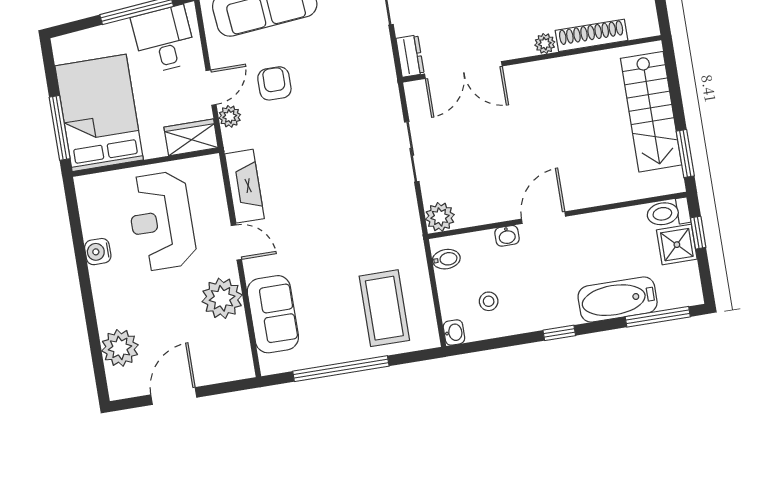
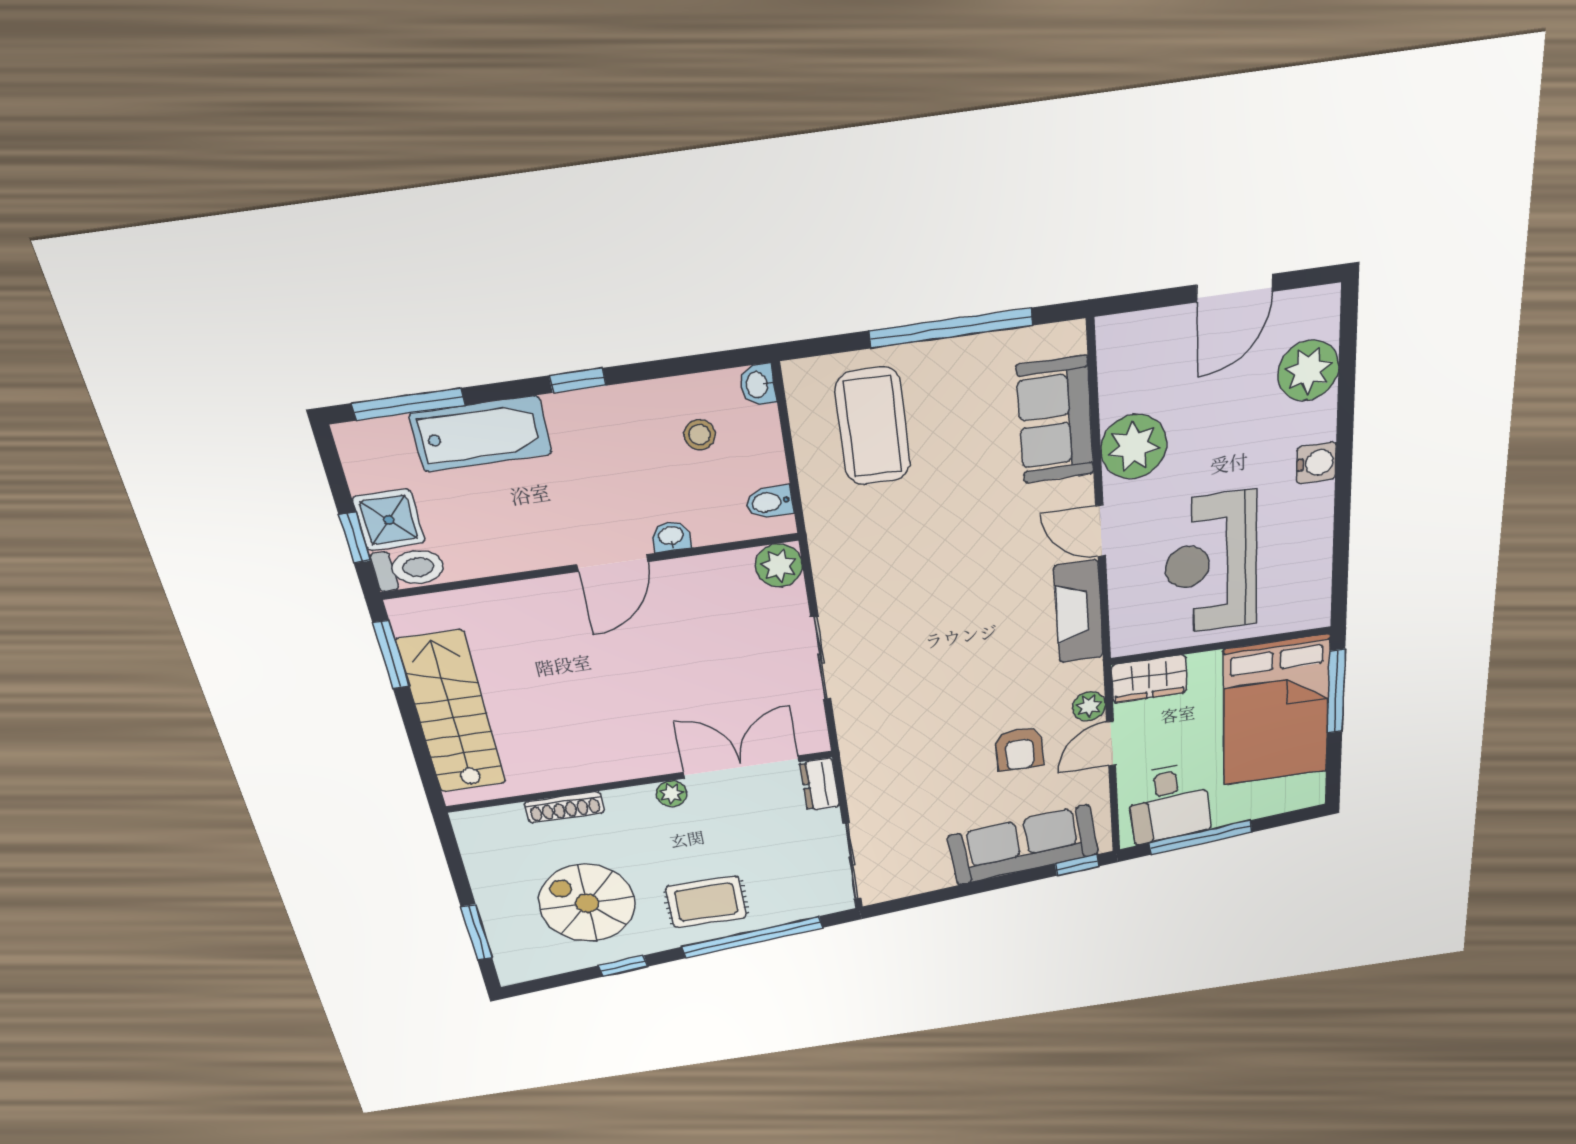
shoe rack: (592, 35) -> (565, 807), width x0.74, depth x0.81
plant: (545, 44) -> (672, 794), moved
reception desk: (161, 221) -> (1211, 564), turned 180
water cooler: (98, 252) -> (1316, 463), moved

